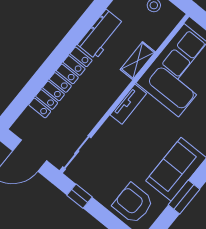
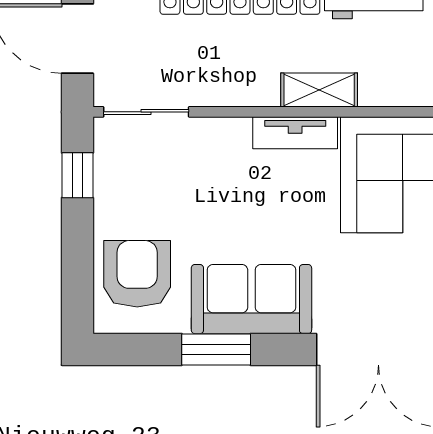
shelving: (138, 61) -> (319, 90), moved

